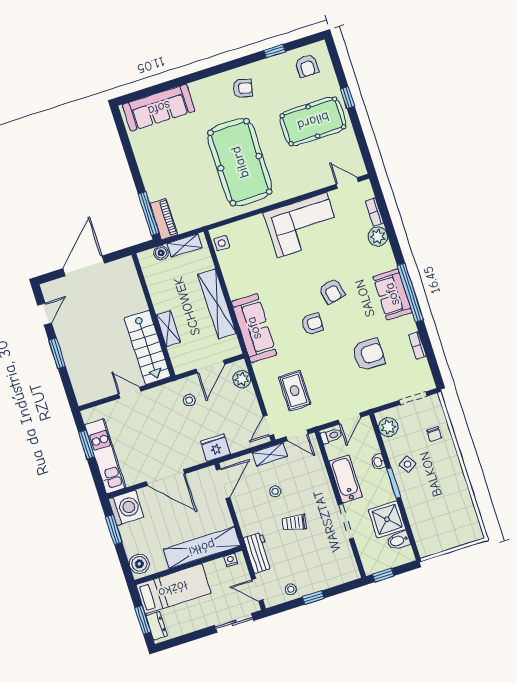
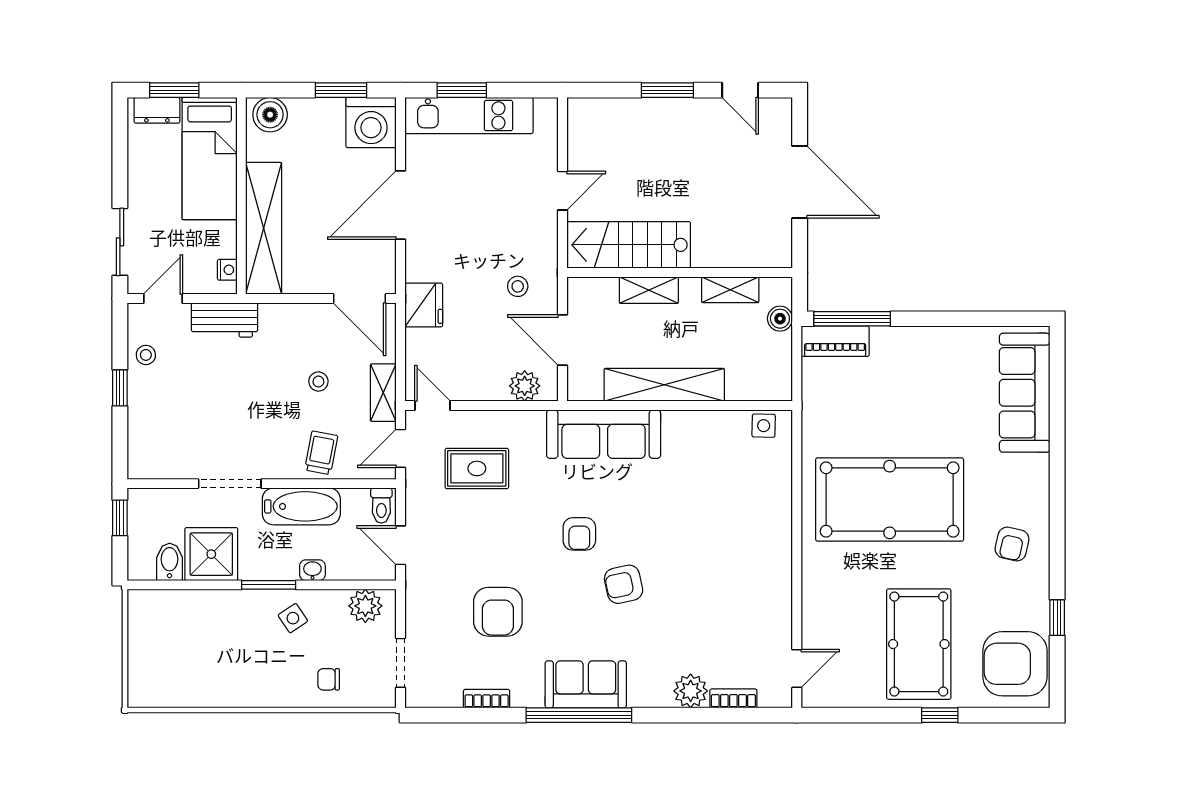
armchair: (307, 66) -> (1015, 664), width x1.88, depth x1.88
corner sofa: (302, 225) -> (750, 570), removed
shelving: (185, 245) -> (730, 290), moved, turned 90
window: (86, 445) -> (462, 90), moved
trolley: (294, 523) -> (321, 453), moved

